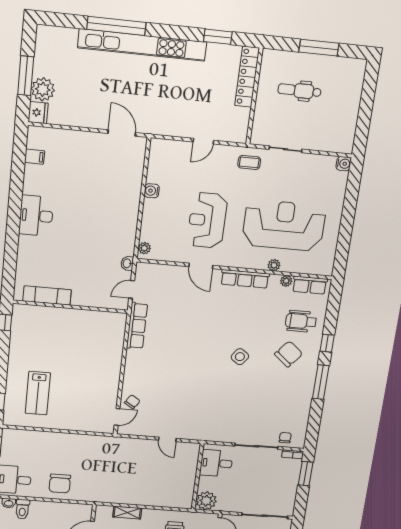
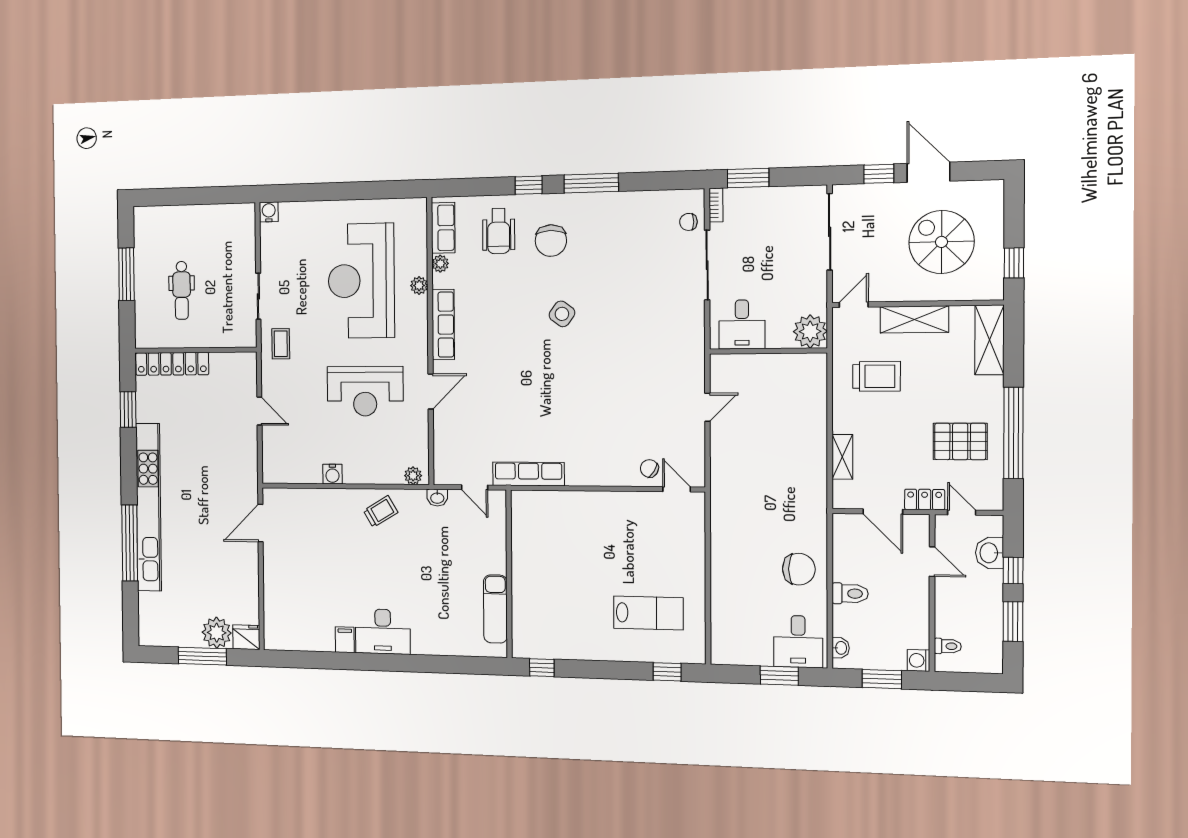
filing cabinet: (35, 157) -> (345, 640), moved
trolley: (122, 223) -> (381, 511), added
chair: (289, 354) -> (551, 241), turned -130
toilet: (22, 509) -> (850, 594), moved

